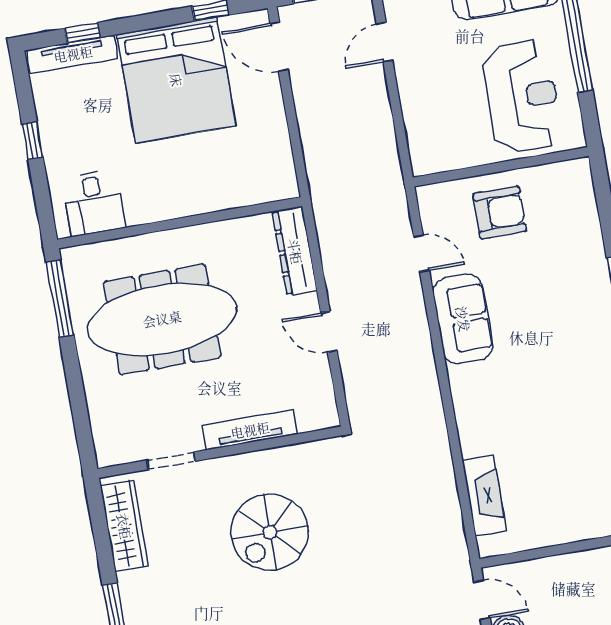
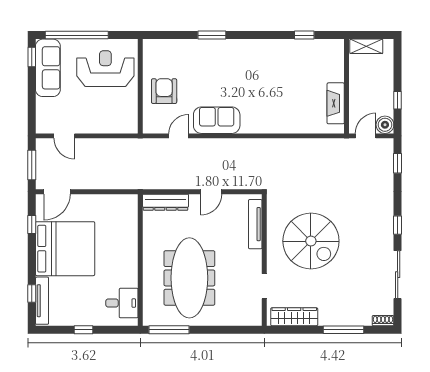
tv unit: (250, 430) -> (255, 224), moved
fireplace: (484, 496) -> (336, 103), moved, turned -90
spiral stairs: (270, 532) -> (311, 241), width x1.37, depth x1.37

